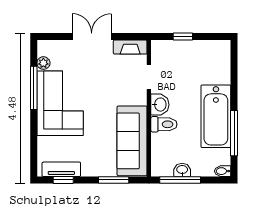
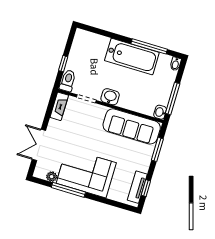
double door: (92, 37) -> (39, 145), moved
toilet: (164, 124) -> (68, 81), moved
washbasin: (182, 170) -> (160, 112), moved

